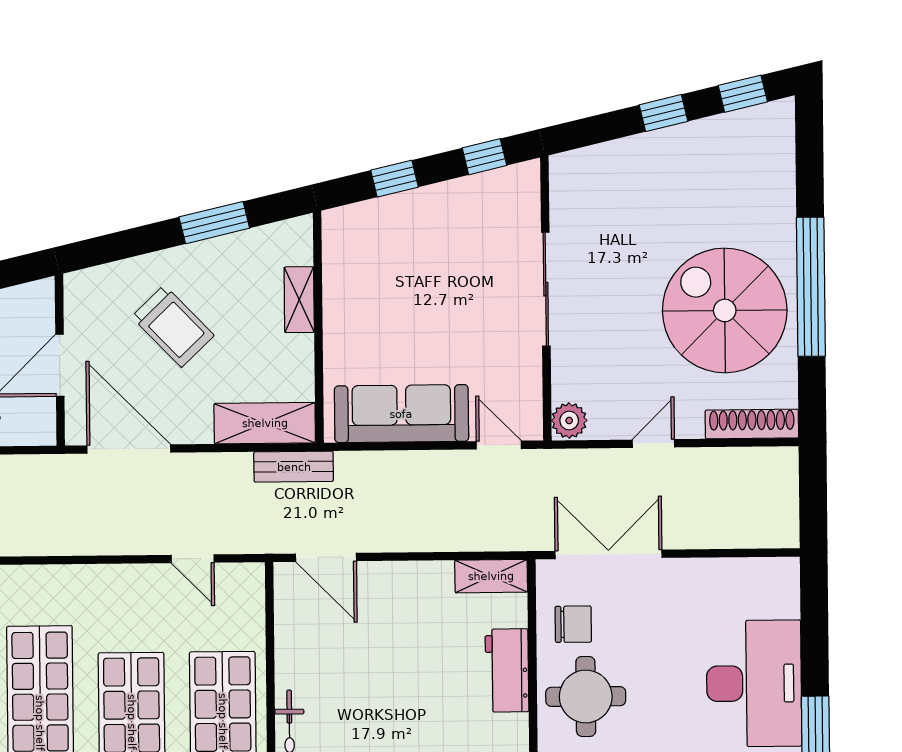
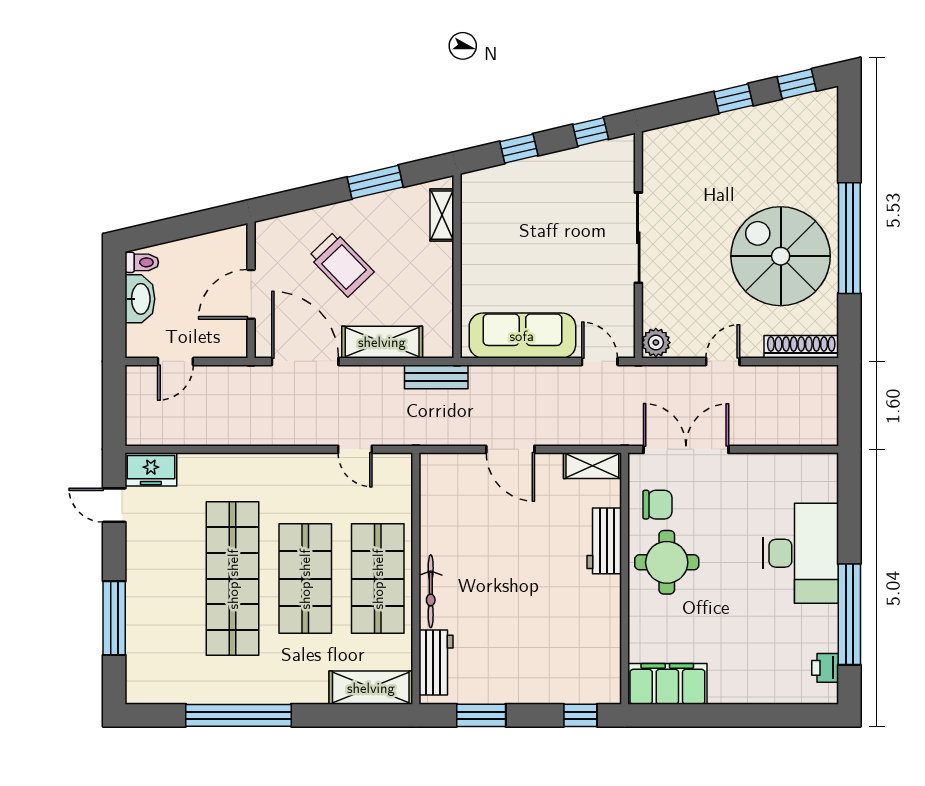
shelving: (299, 300) -> (442, 215), moved
shelving: (265, 423) -> (382, 342), moved
door: (326, 557) -> (510, 449), moved

